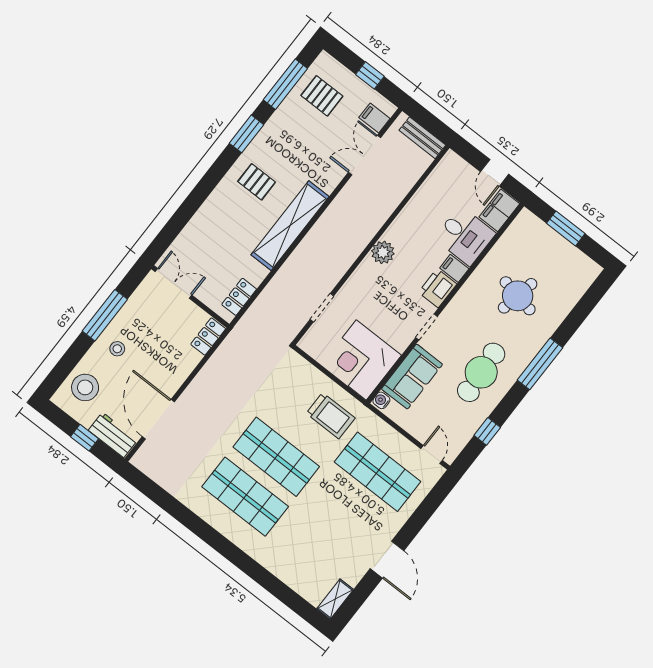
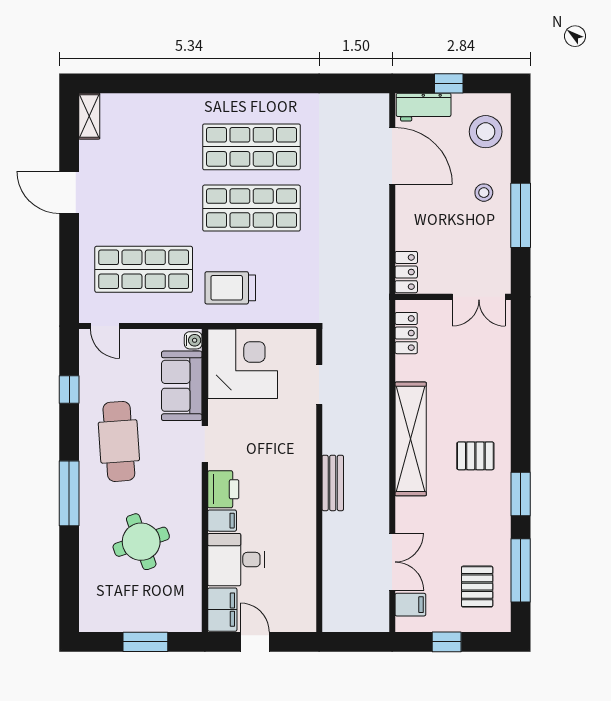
pallet: (322, 96) -> (477, 587), turned 90
bench: (422, 138) -> (333, 483), moved, turned 90
plant: (383, 252) -> (302, 483), removed
round table: (518, 296) -> (141, 542), turned -30

